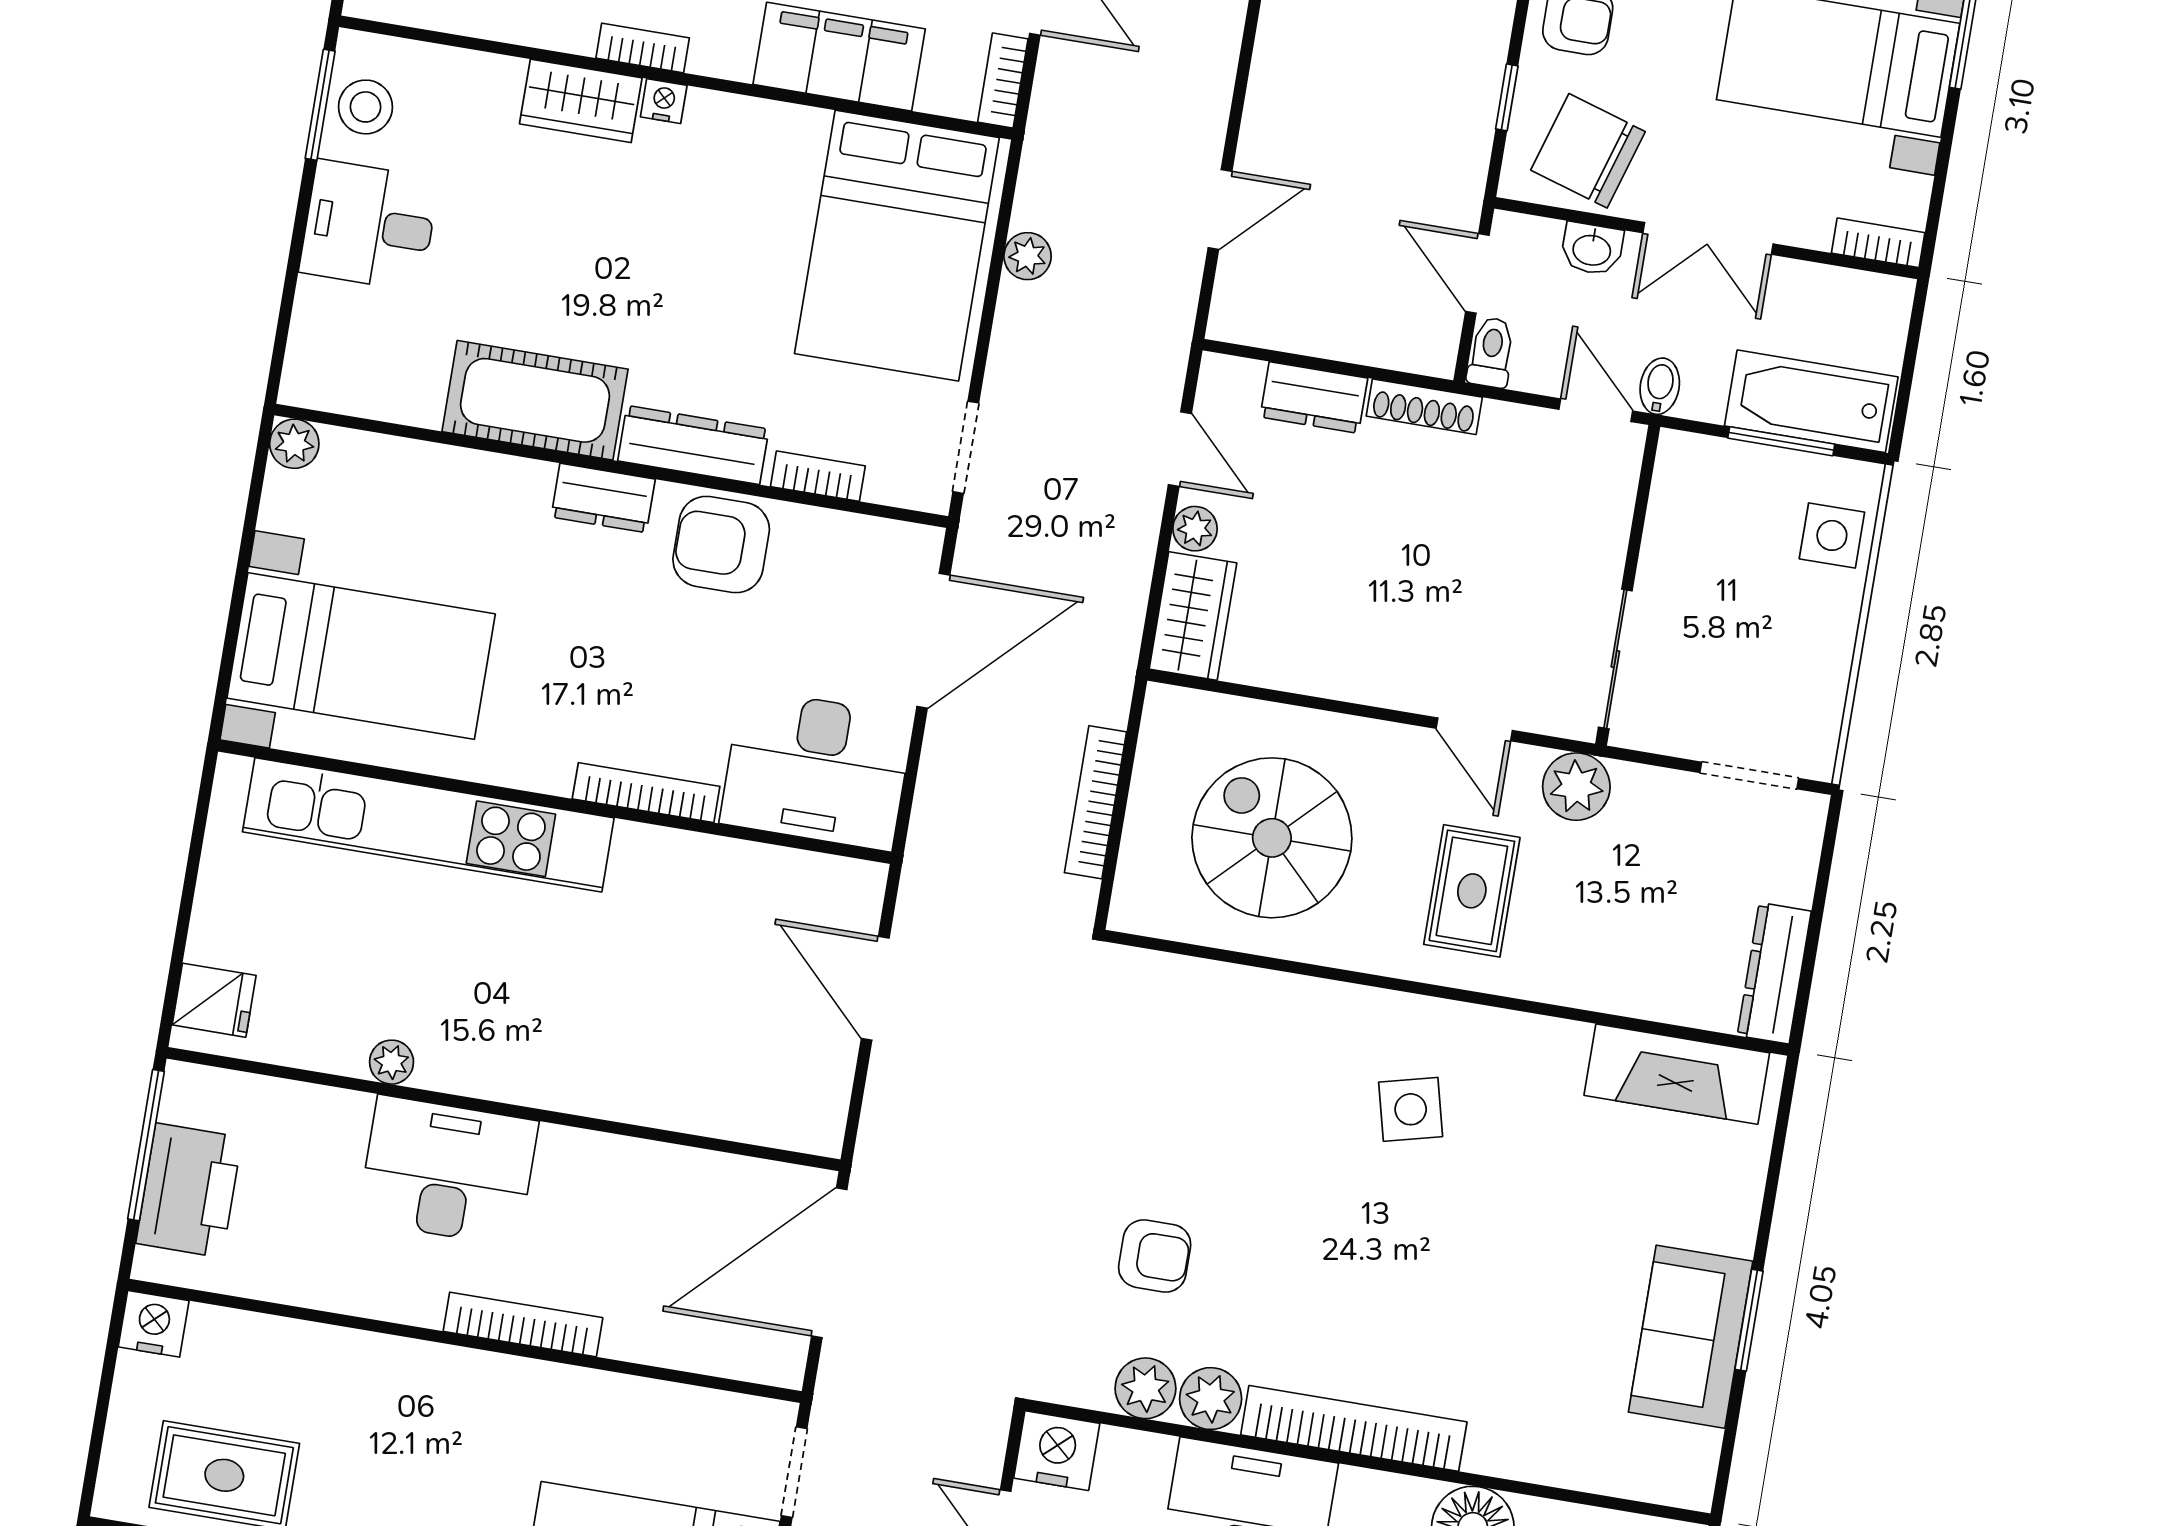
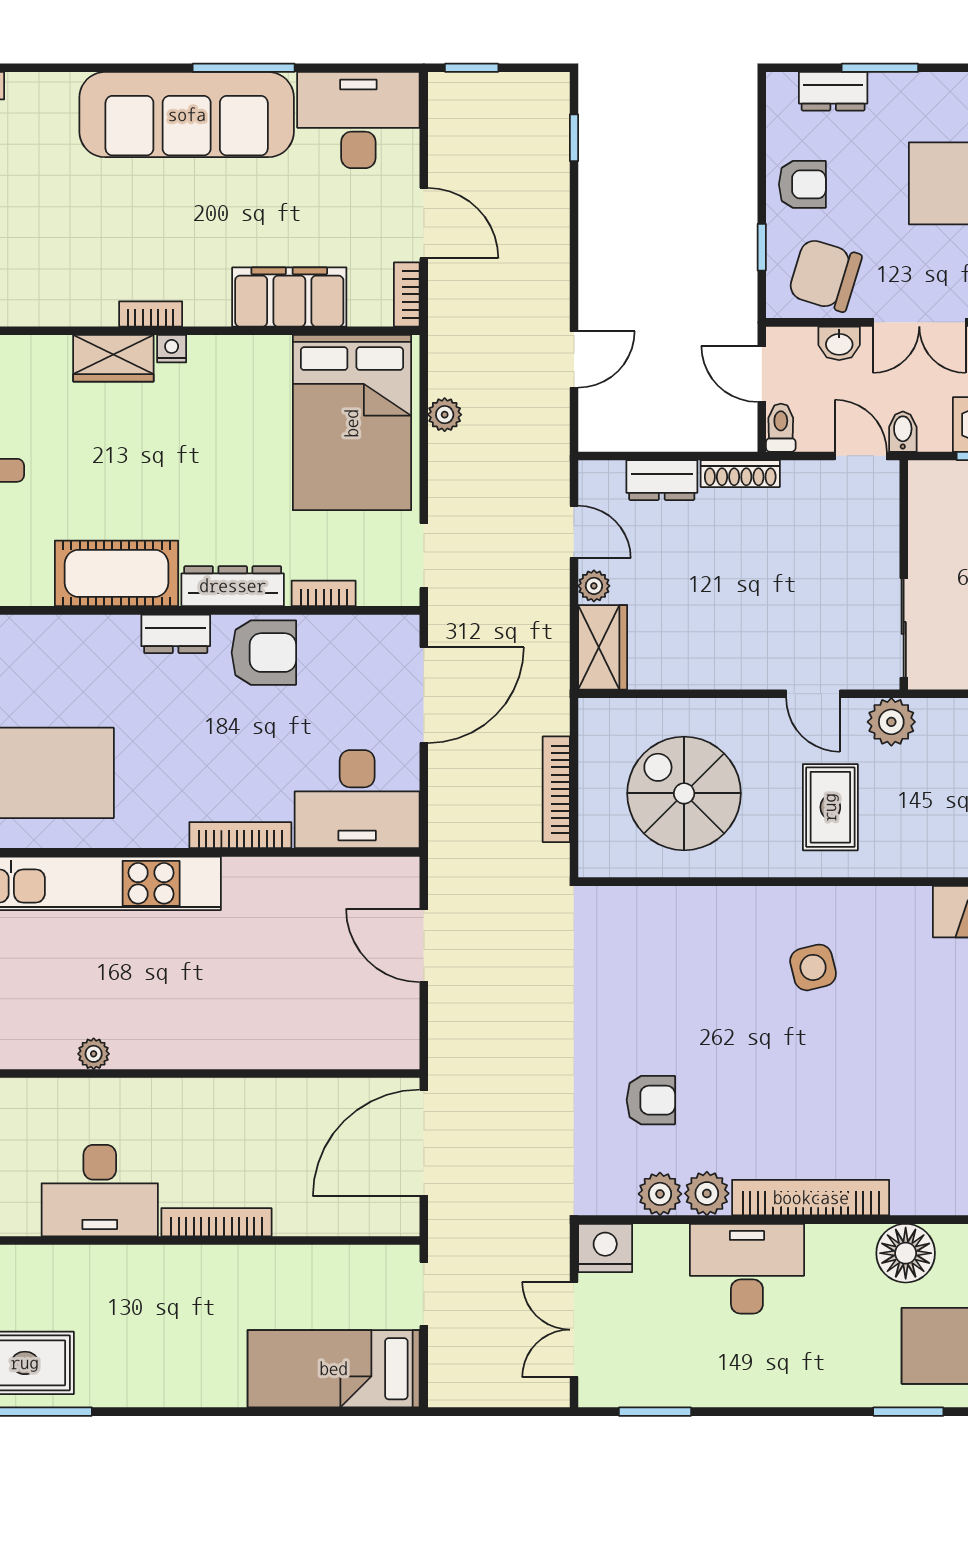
armchair: (721, 545) -> (264, 653), turned 180
desk: (448, 1171) -> (100, 1191), moved, turned 180

